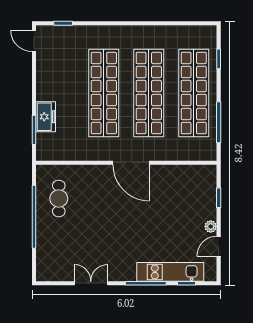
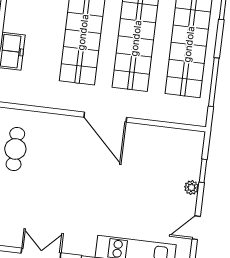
plant: (211, 226) -> (192, 188), moved

